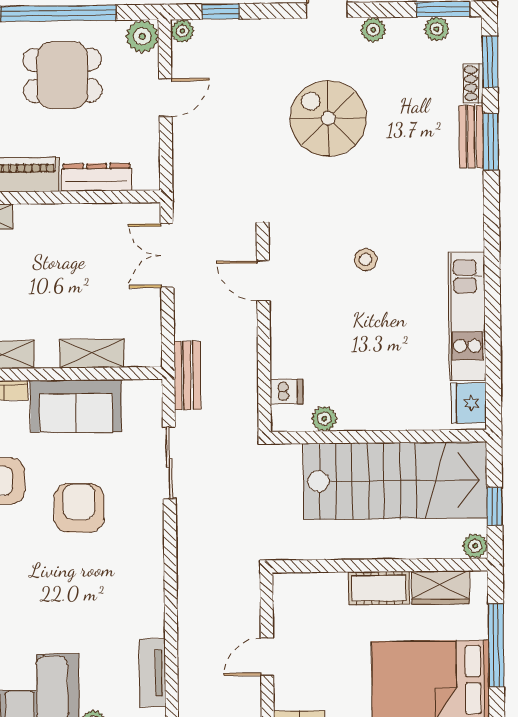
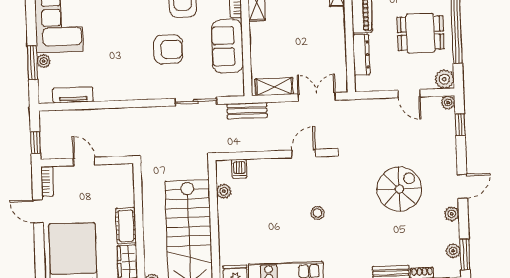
dining table: (62, 75) -> (421, 33), turned 90
shelving: (92, 353) -> (274, 87), moved, turned 90

